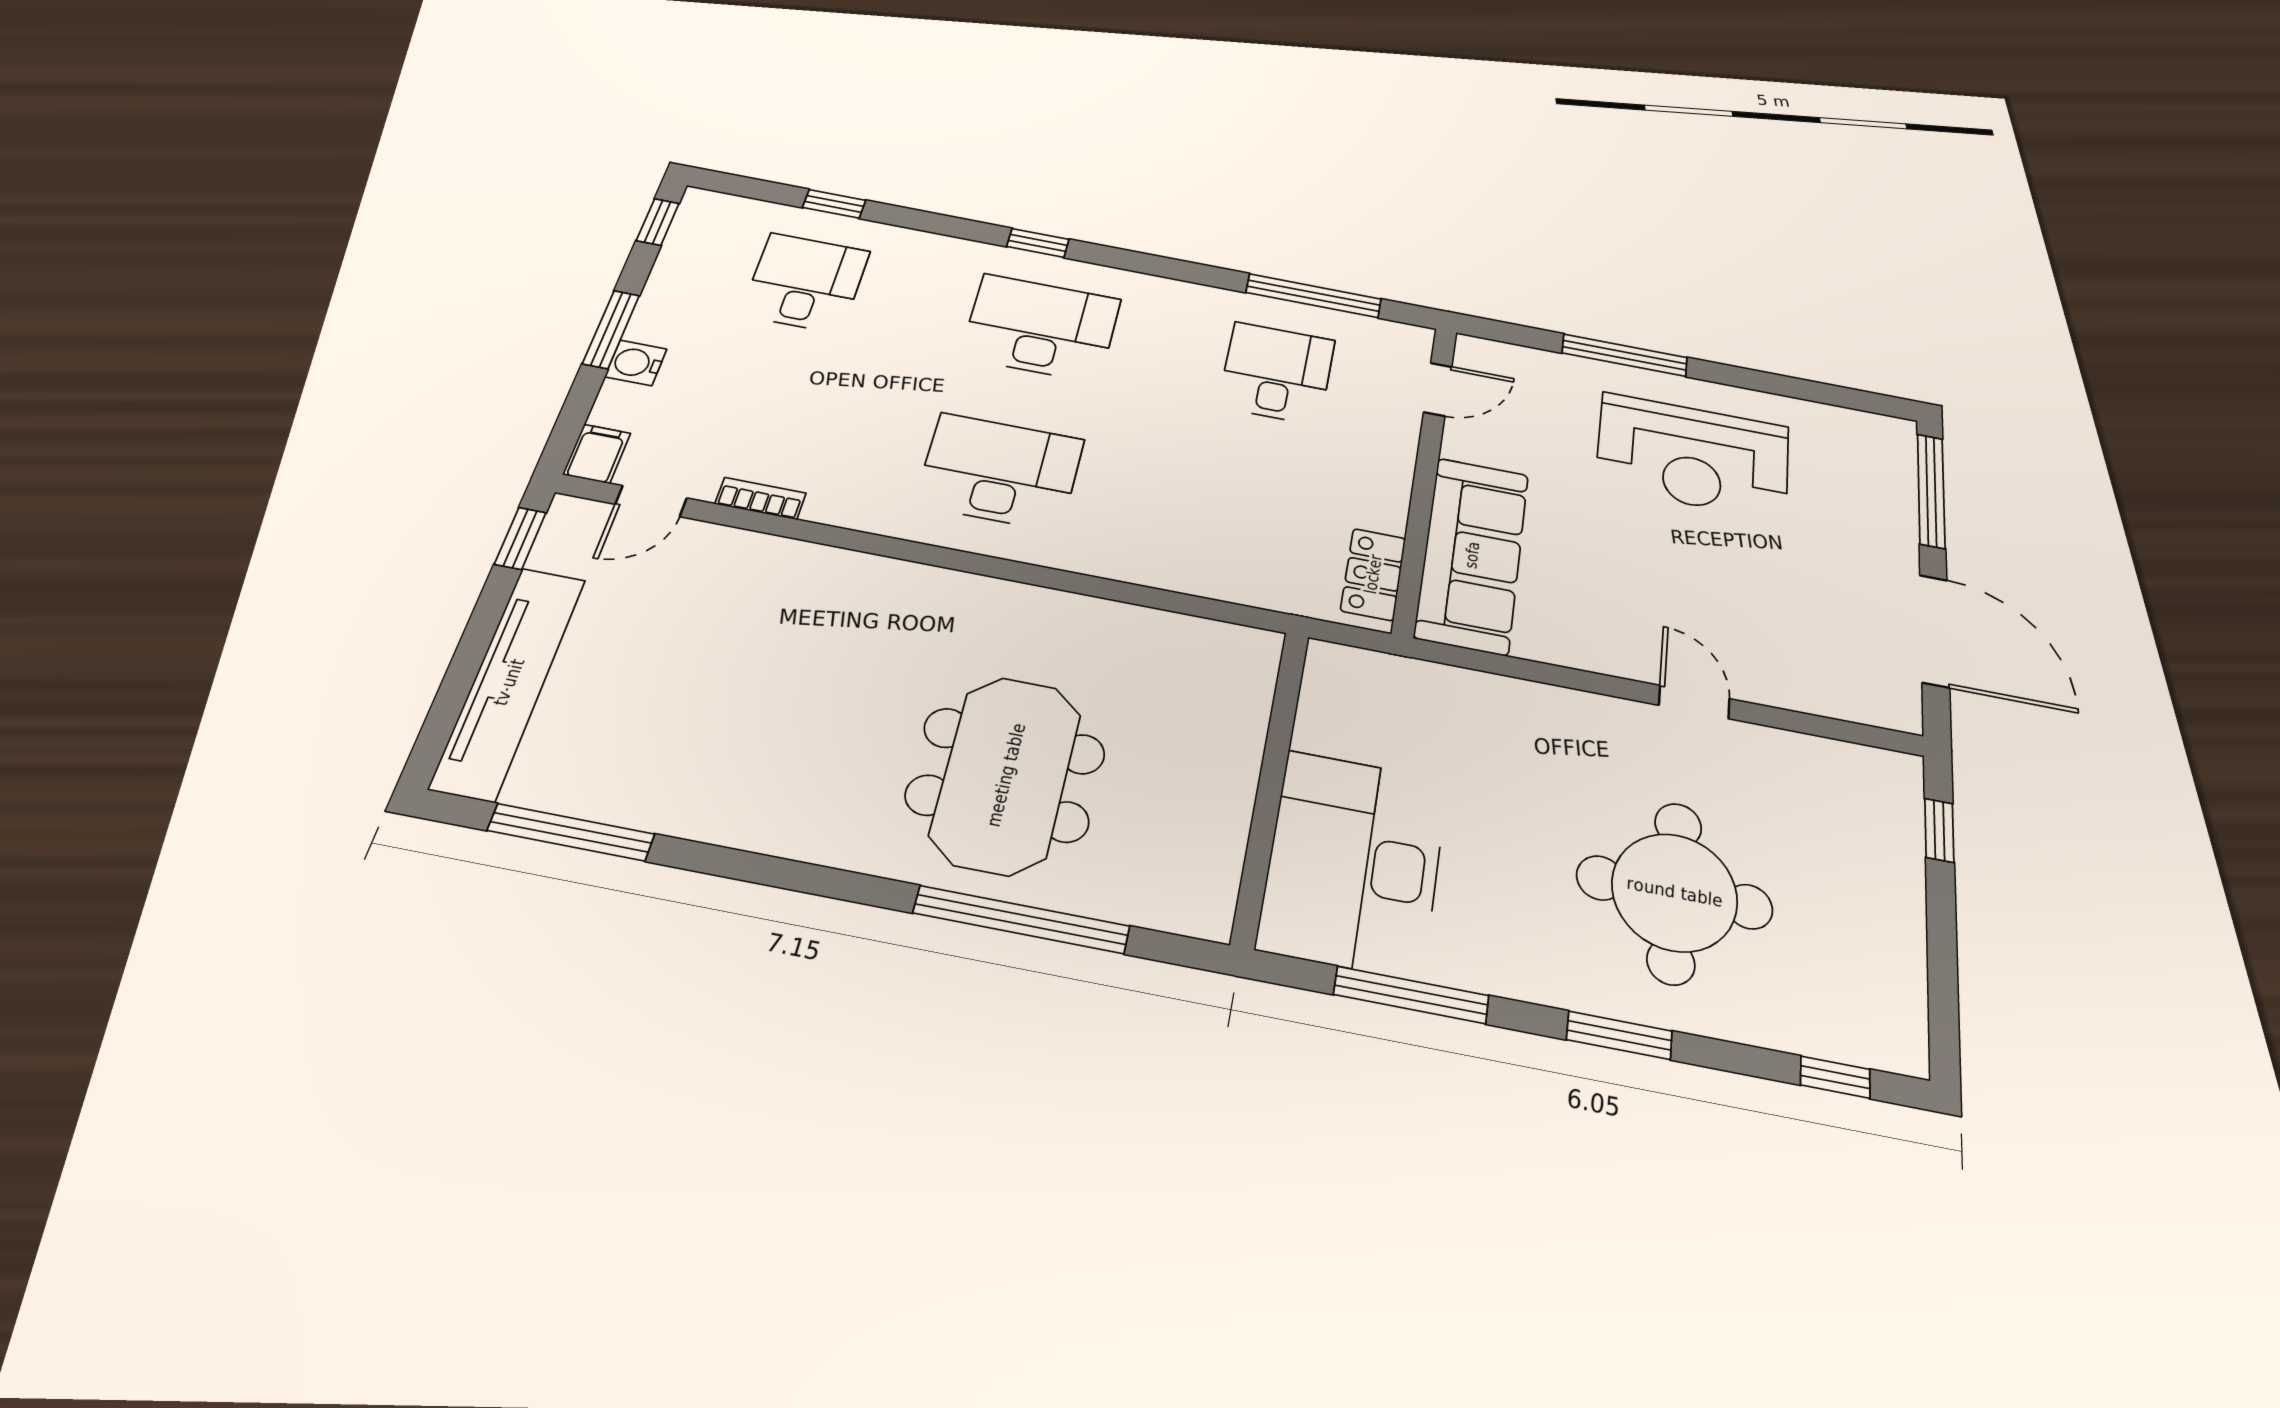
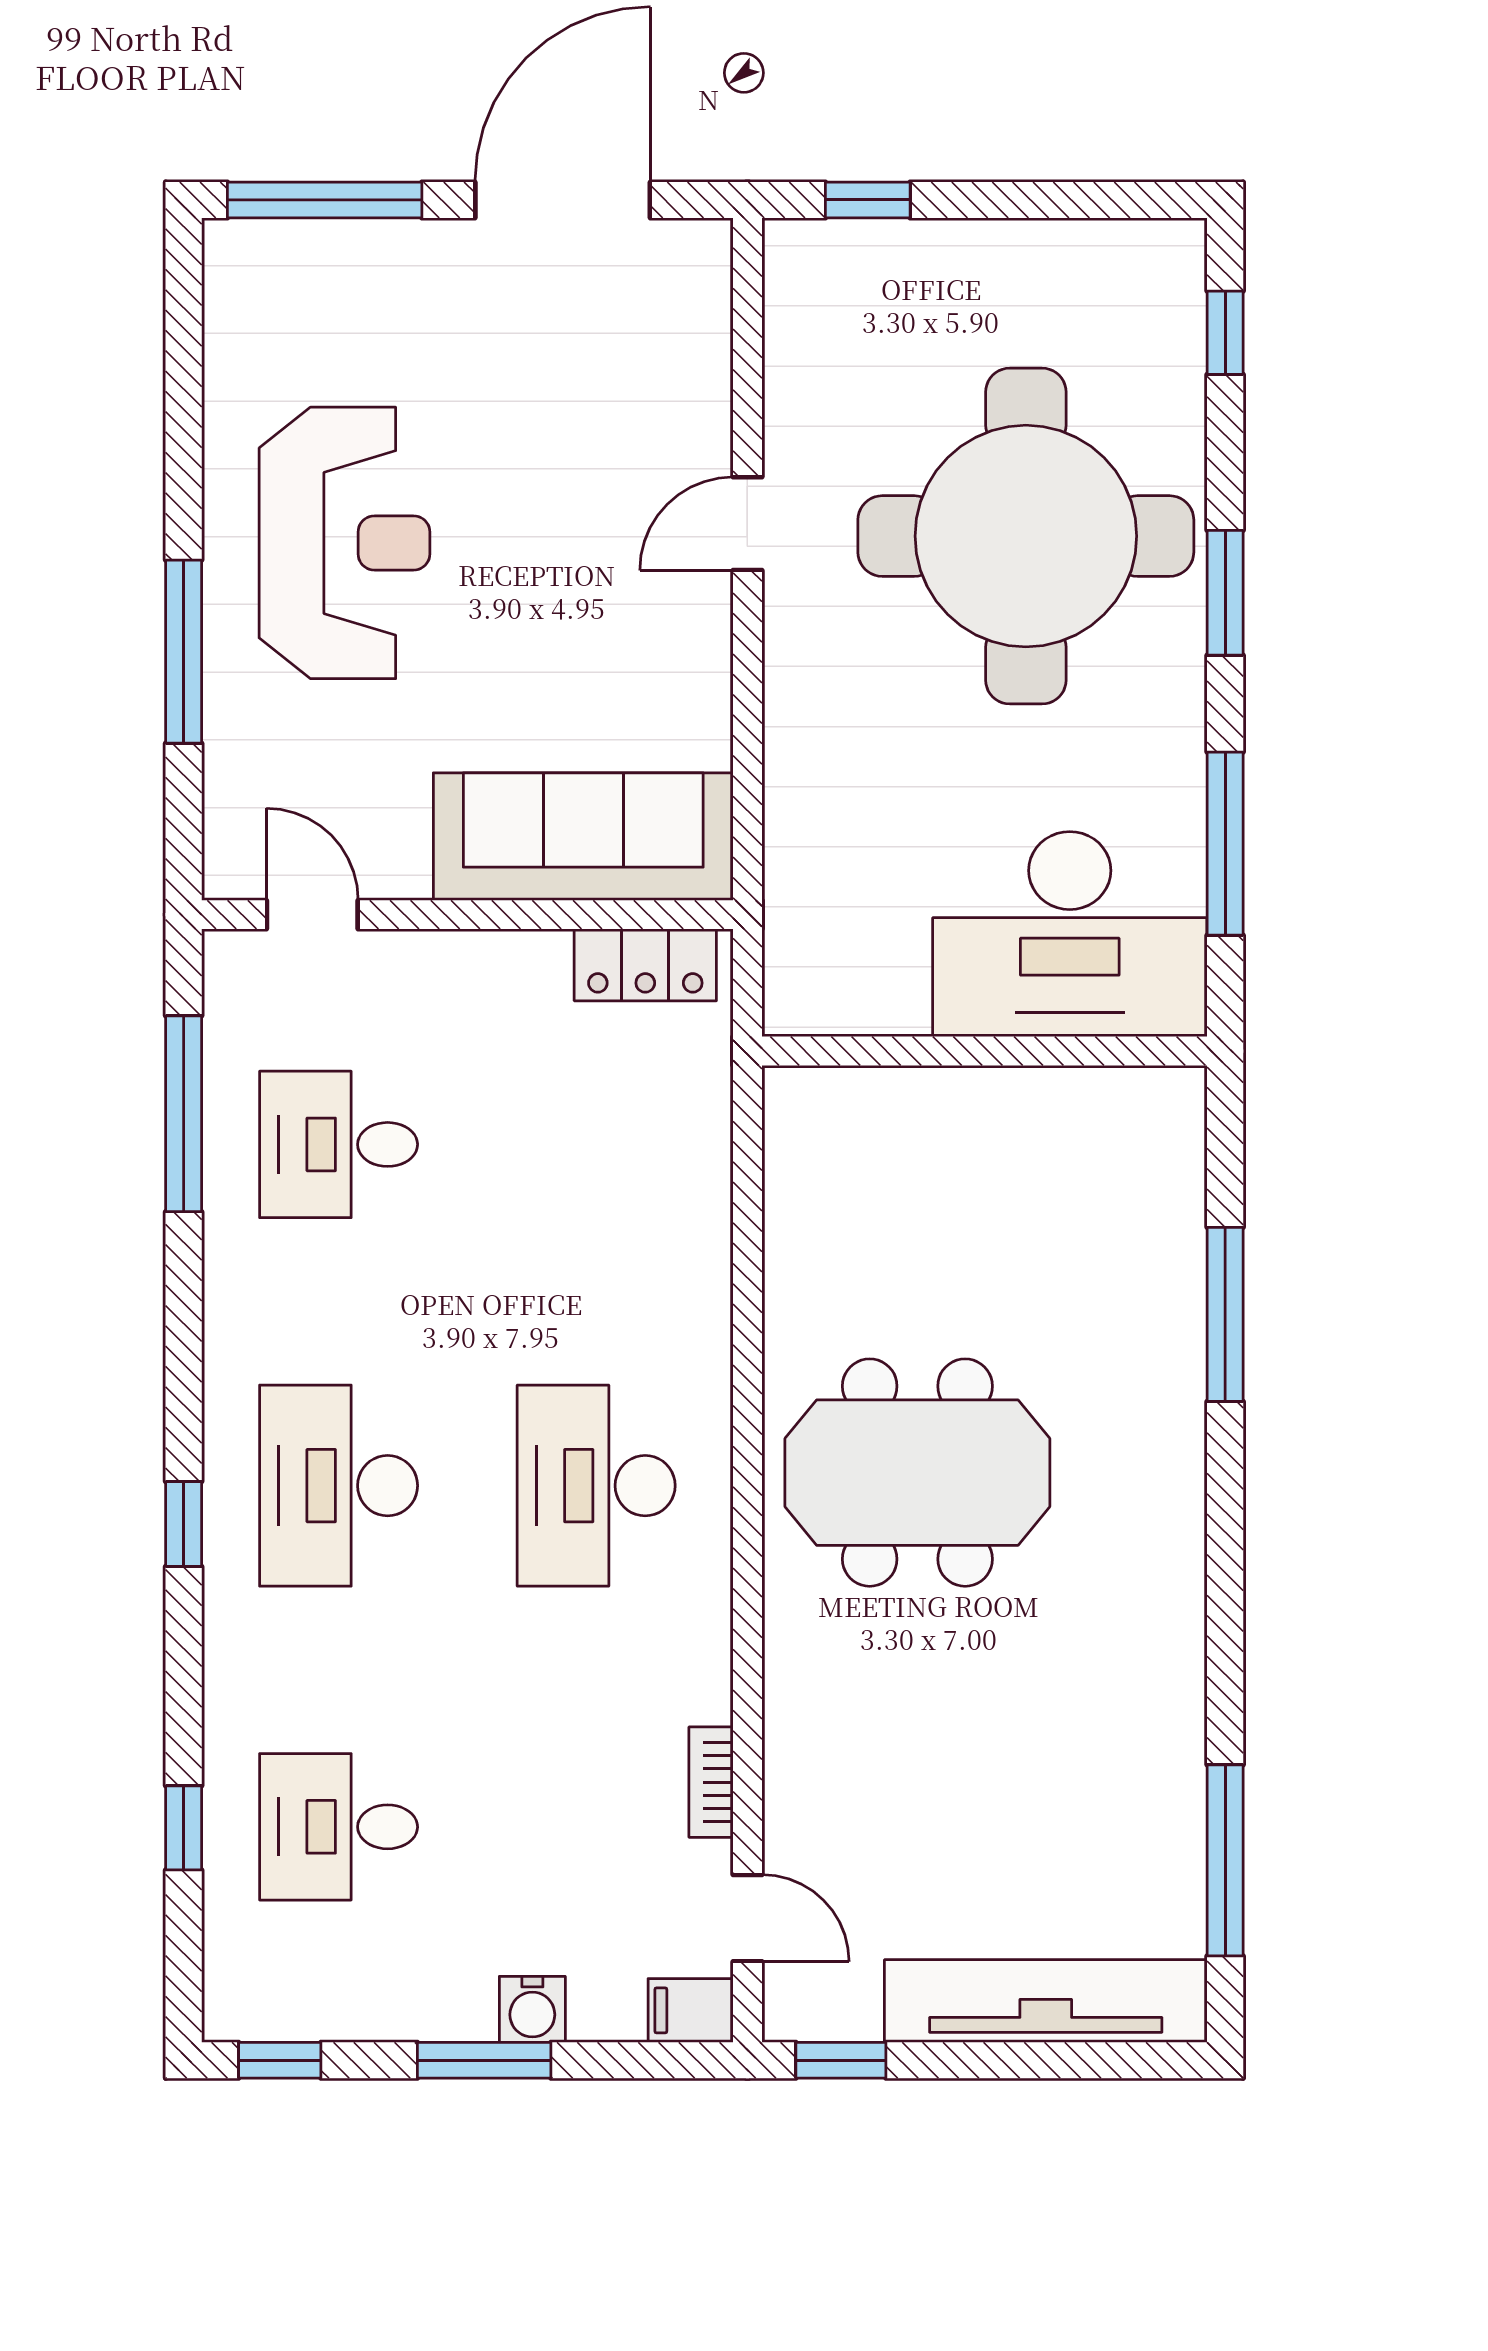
meeting table: (1006, 775) -> (917, 1473), moved
round table: (1675, 892) -> (1026, 536), width x1.36, depth x1.36
window: (1022, 920) -> (1225, 1314), width x0.68

